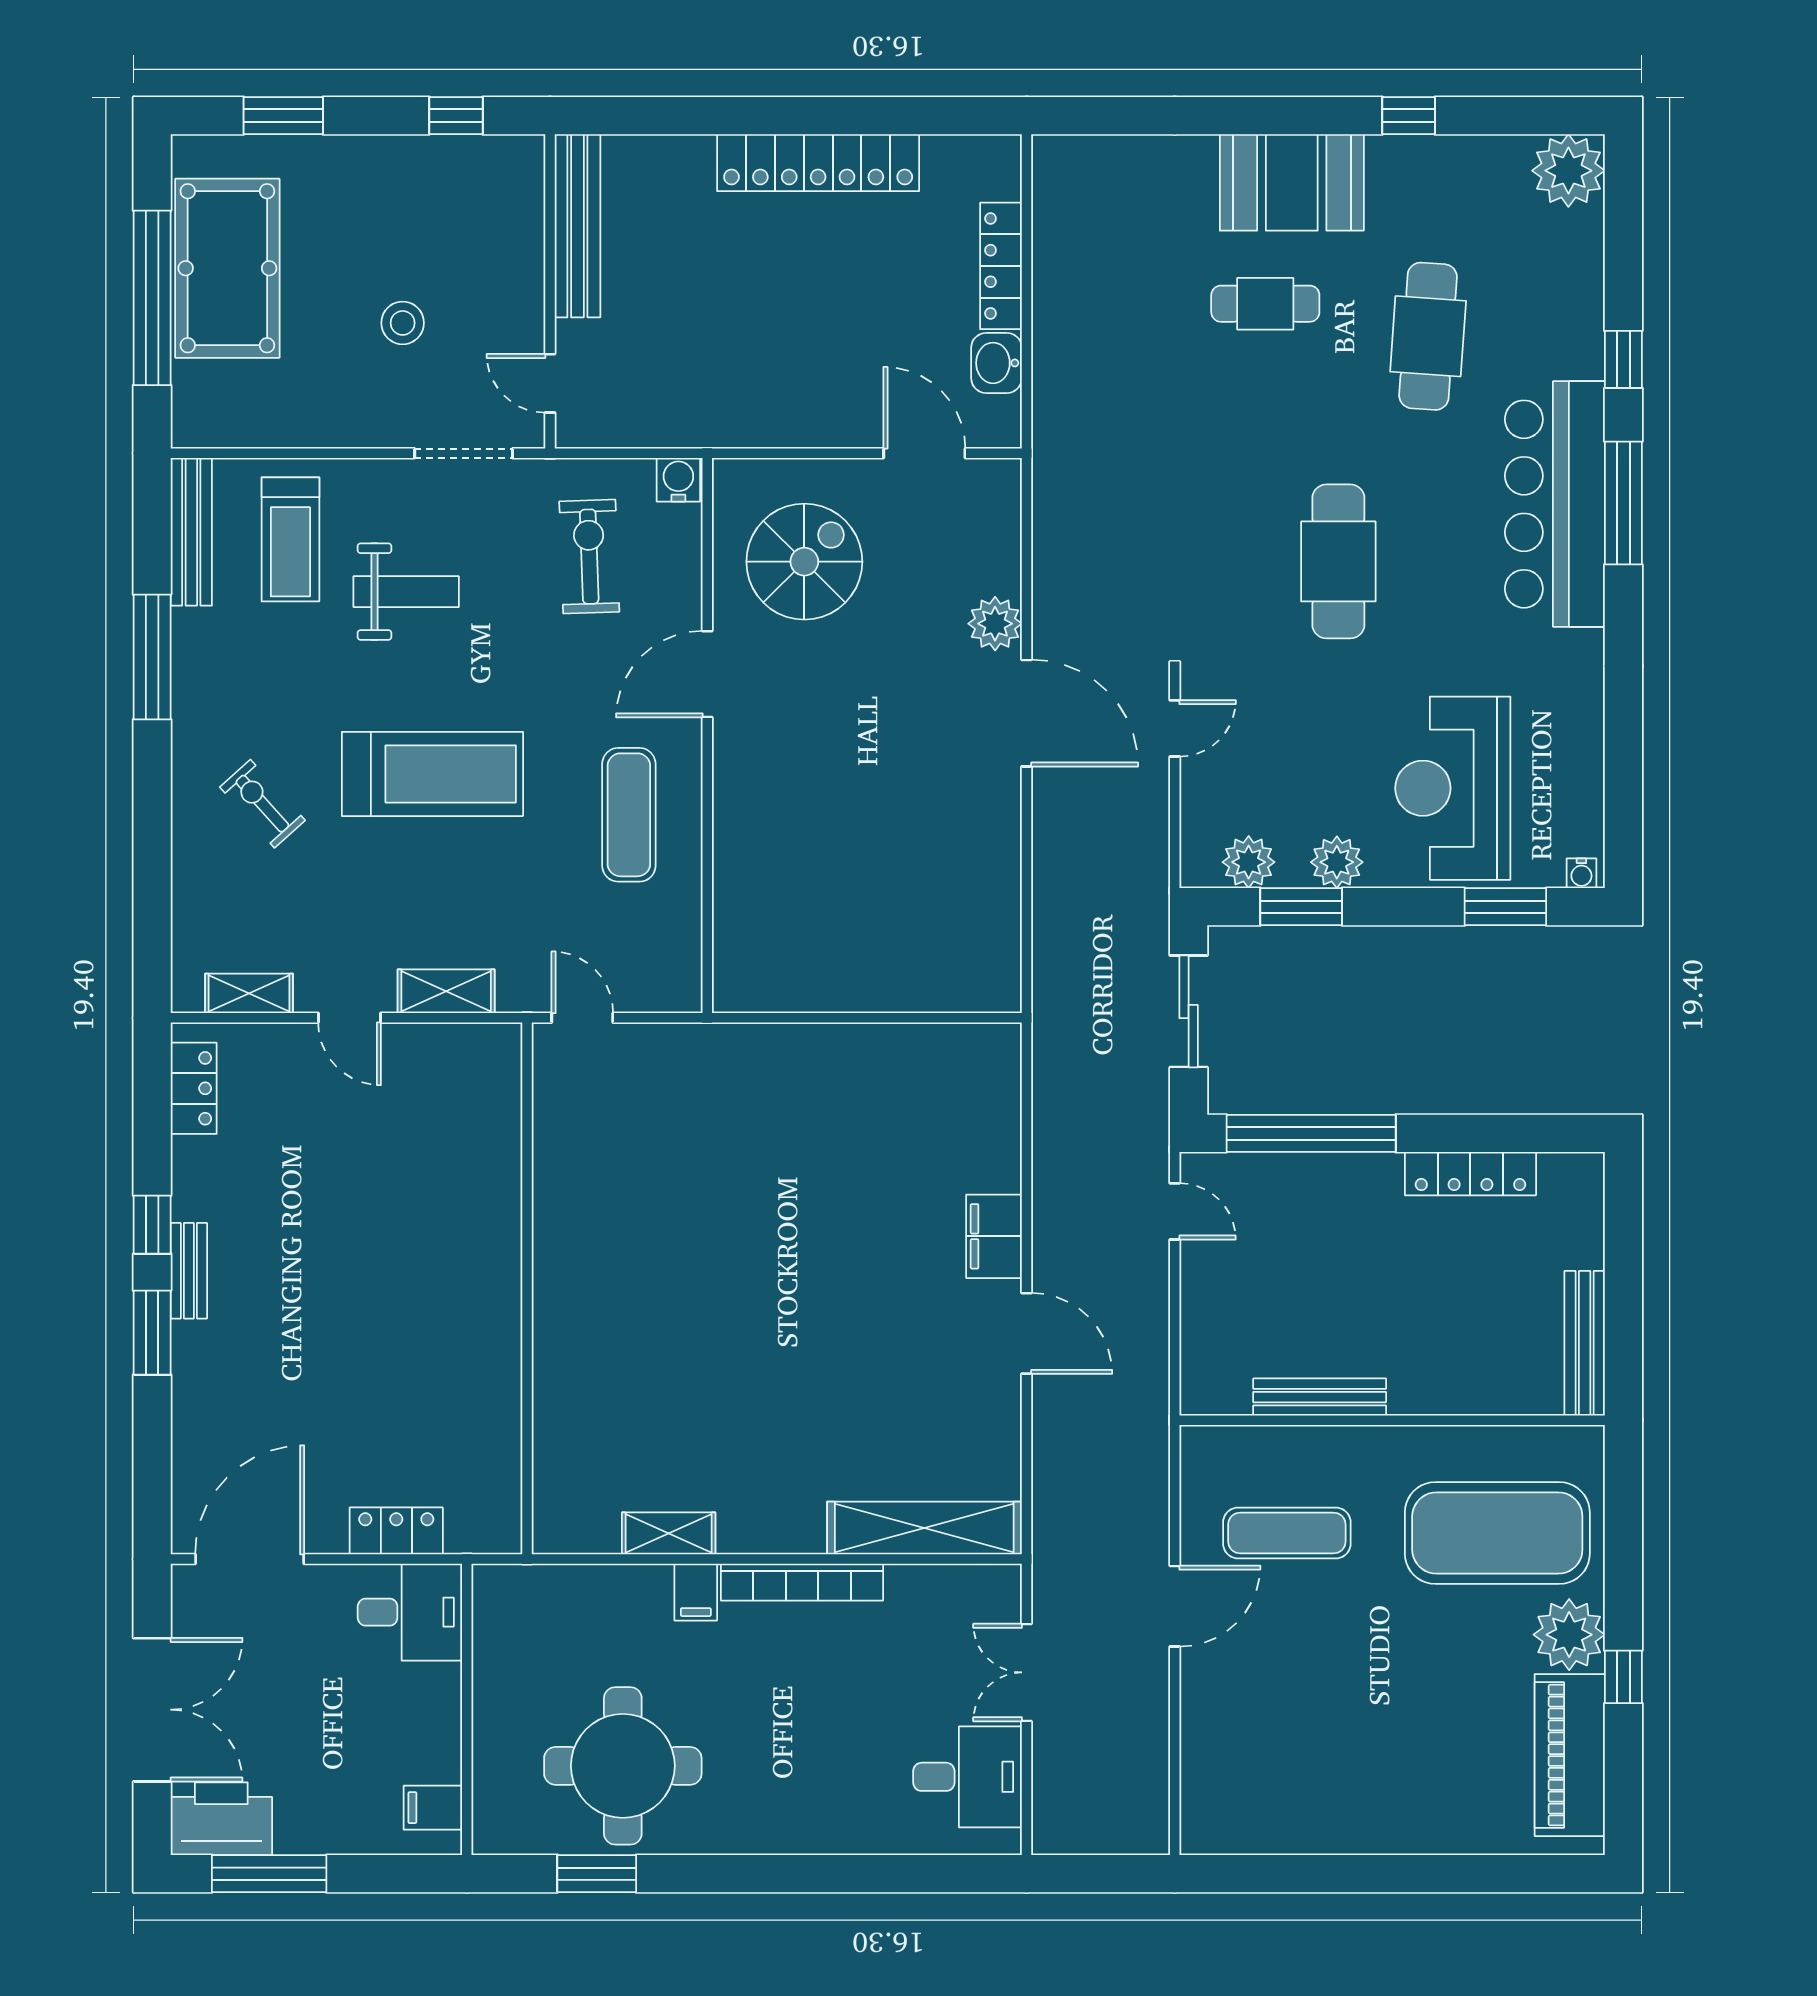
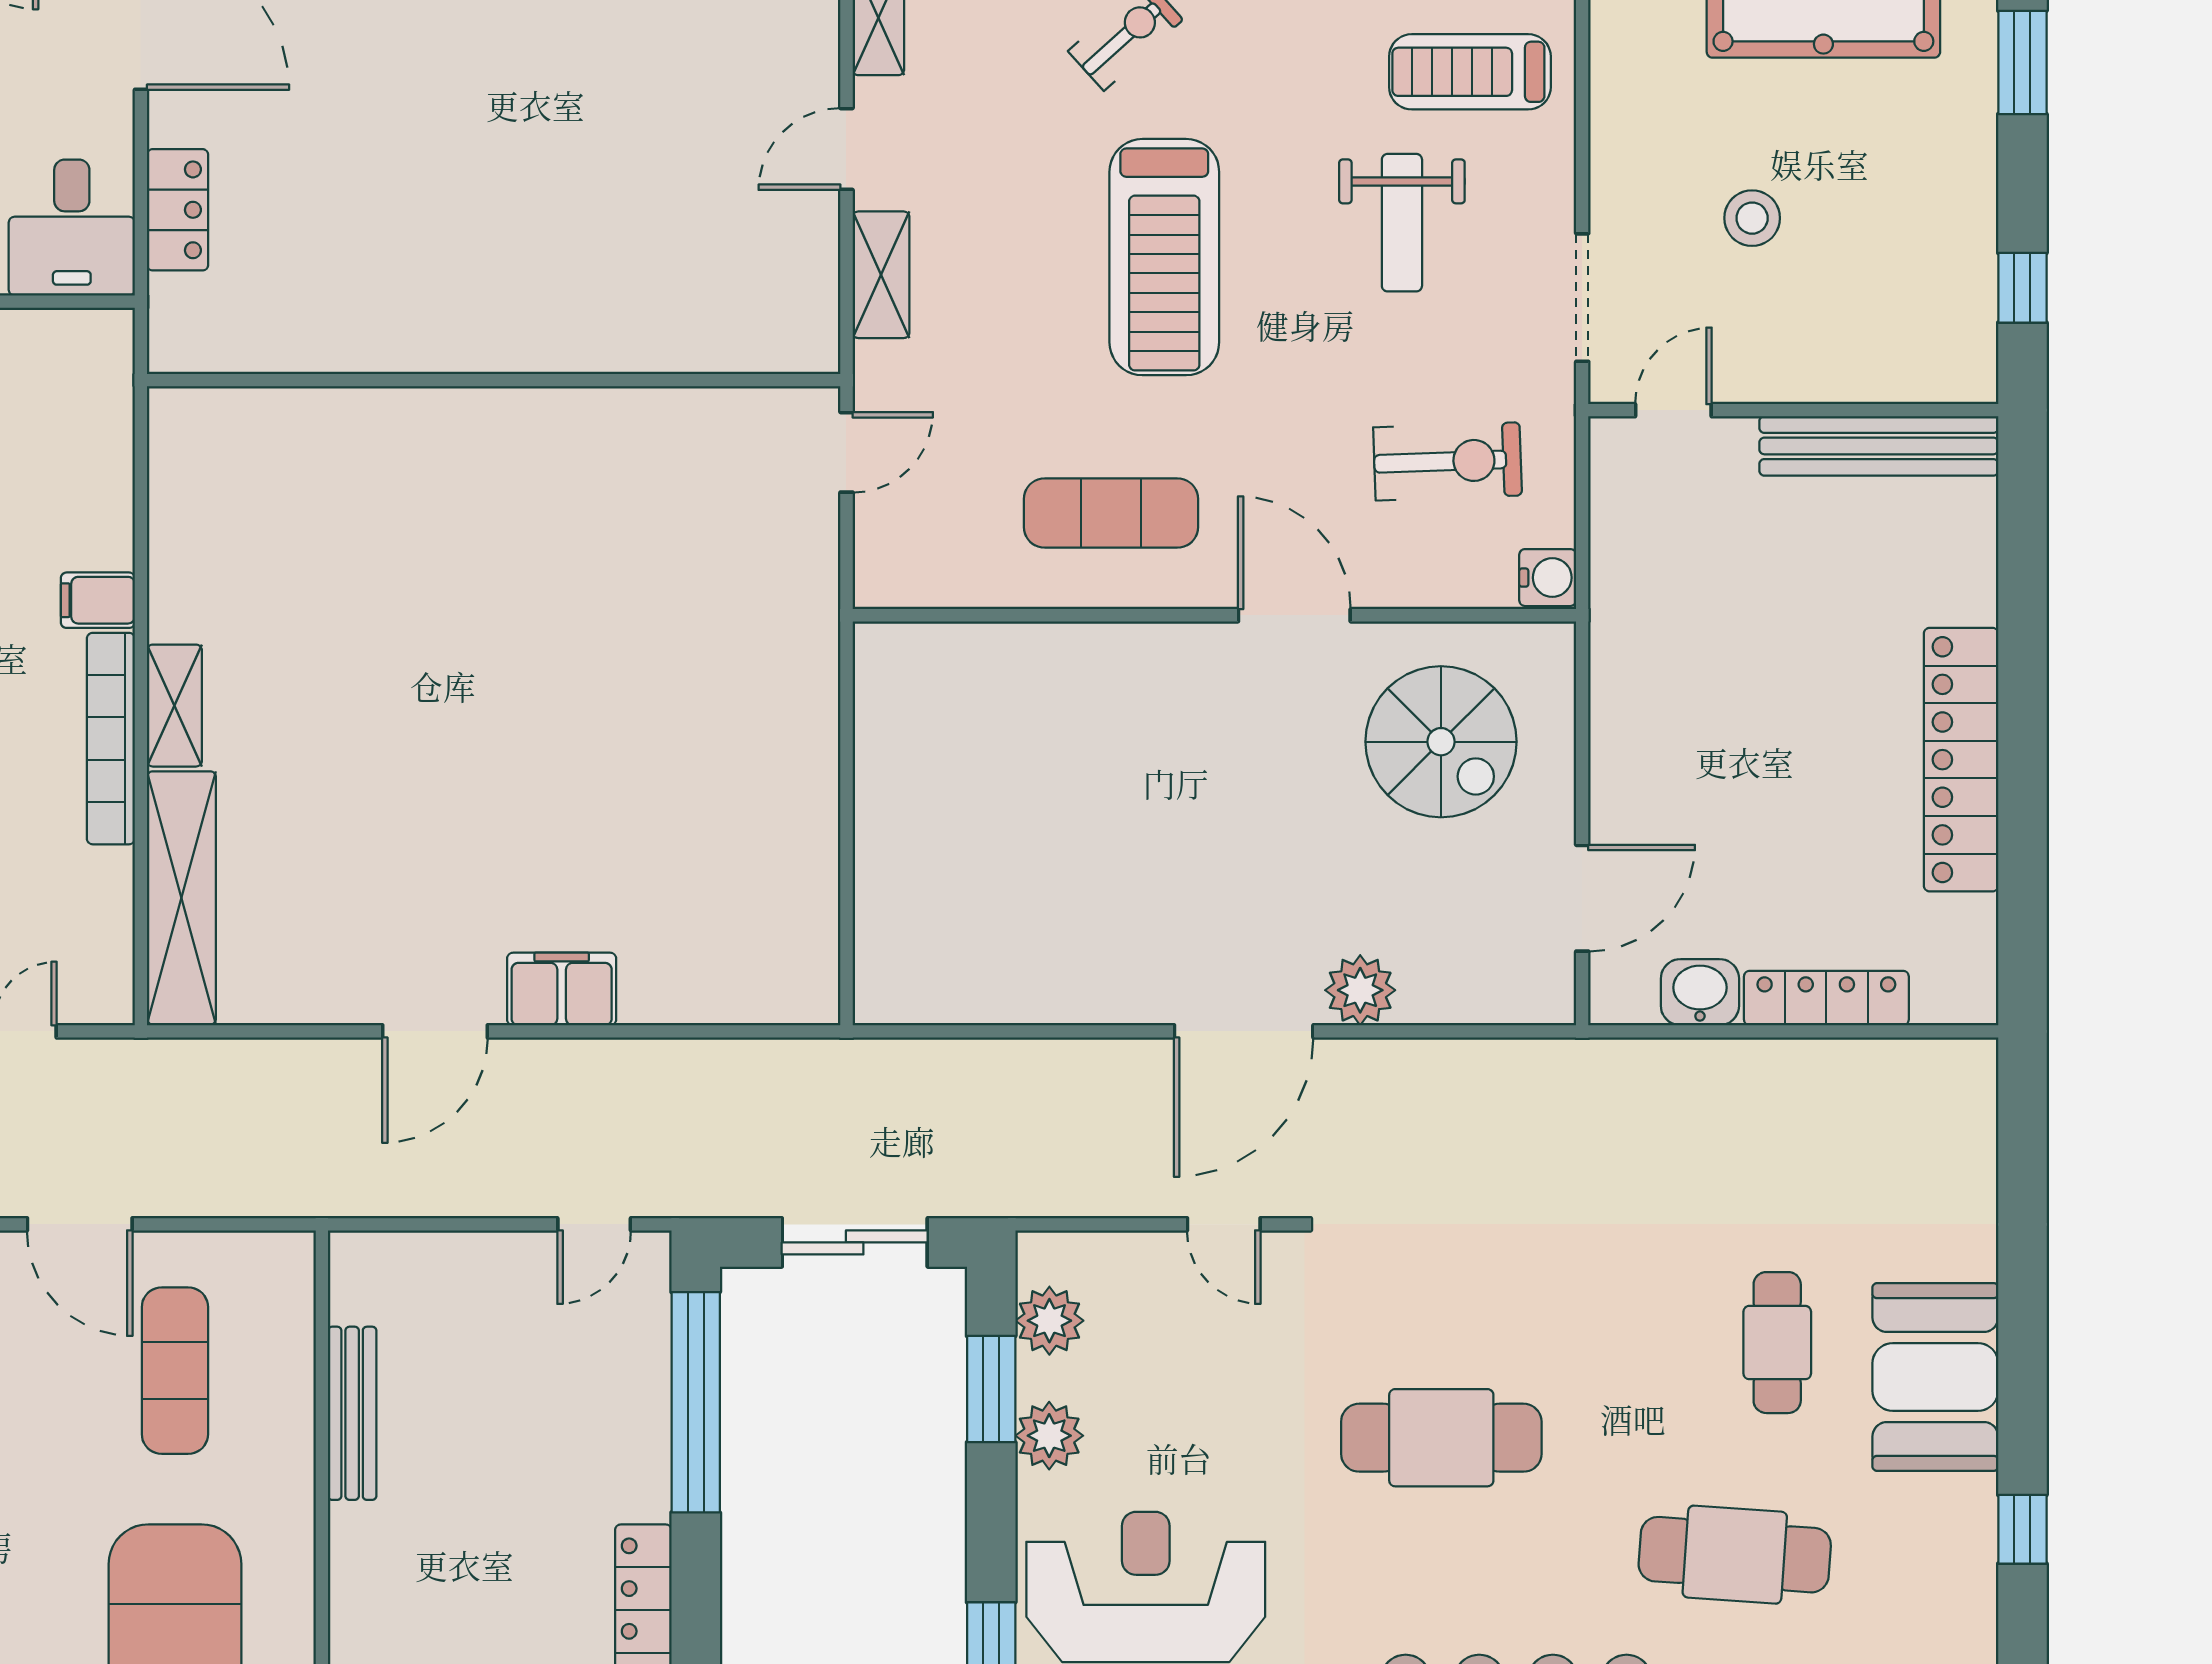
shelving: (669, 1533) -> (174, 706), moved

